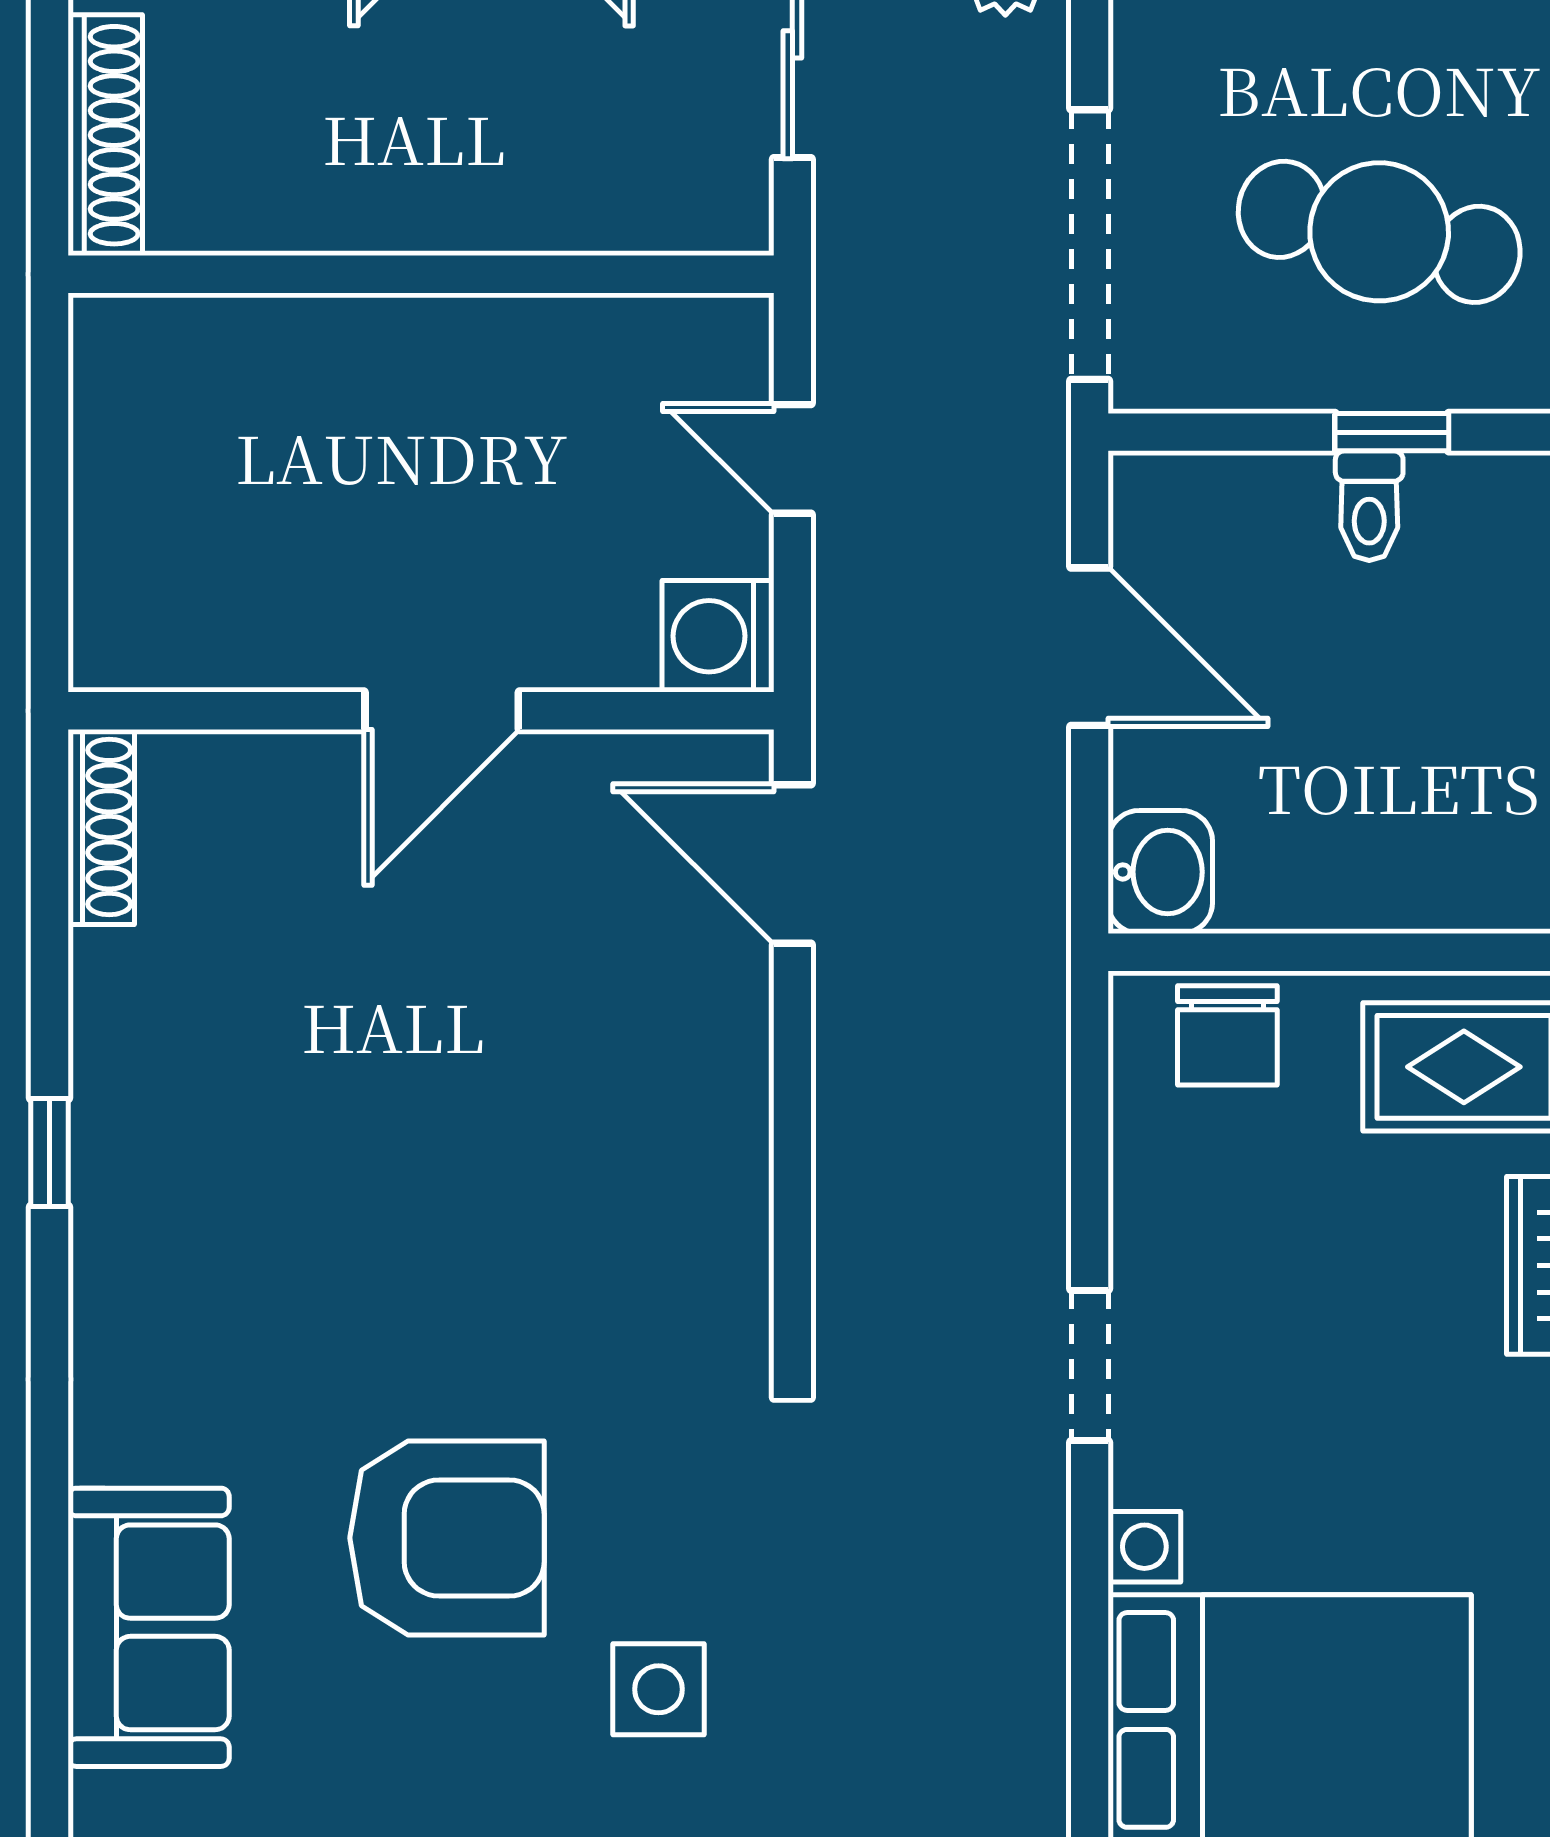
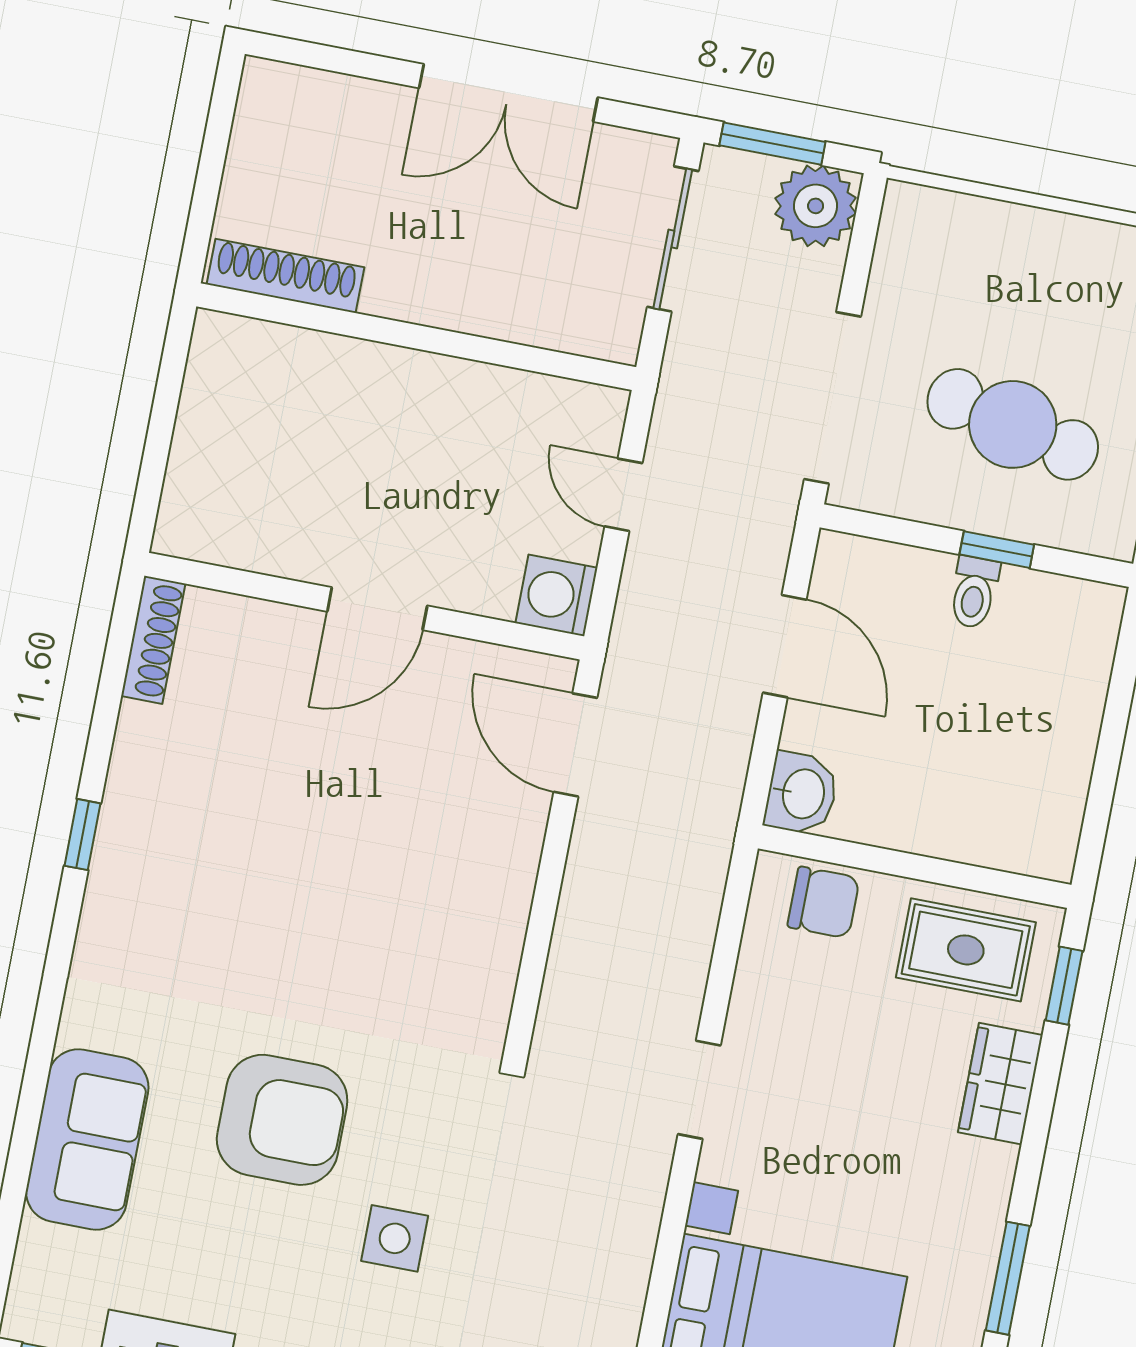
shoe rack: (105, 135) -> (285, 276), moved, turned -90
chair: (1227, 1035) -> (824, 902), turned -90

